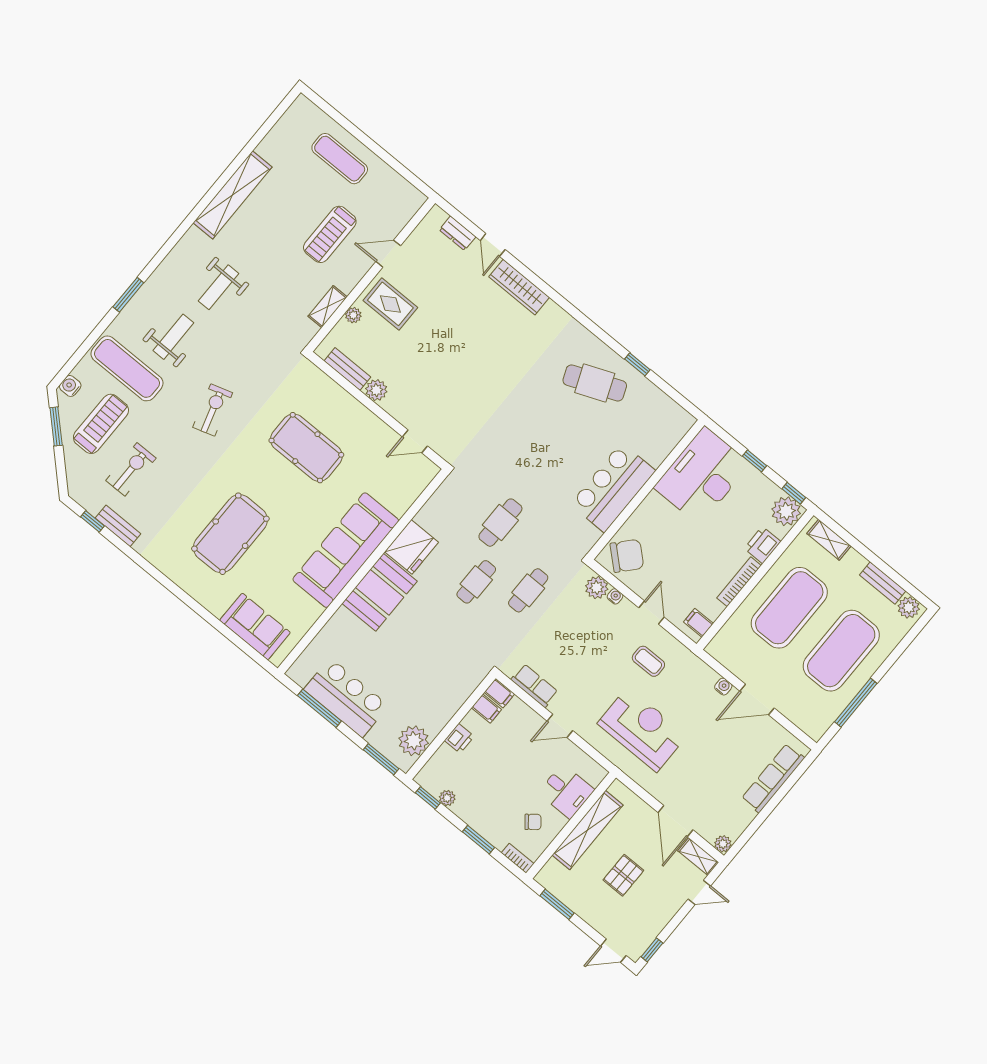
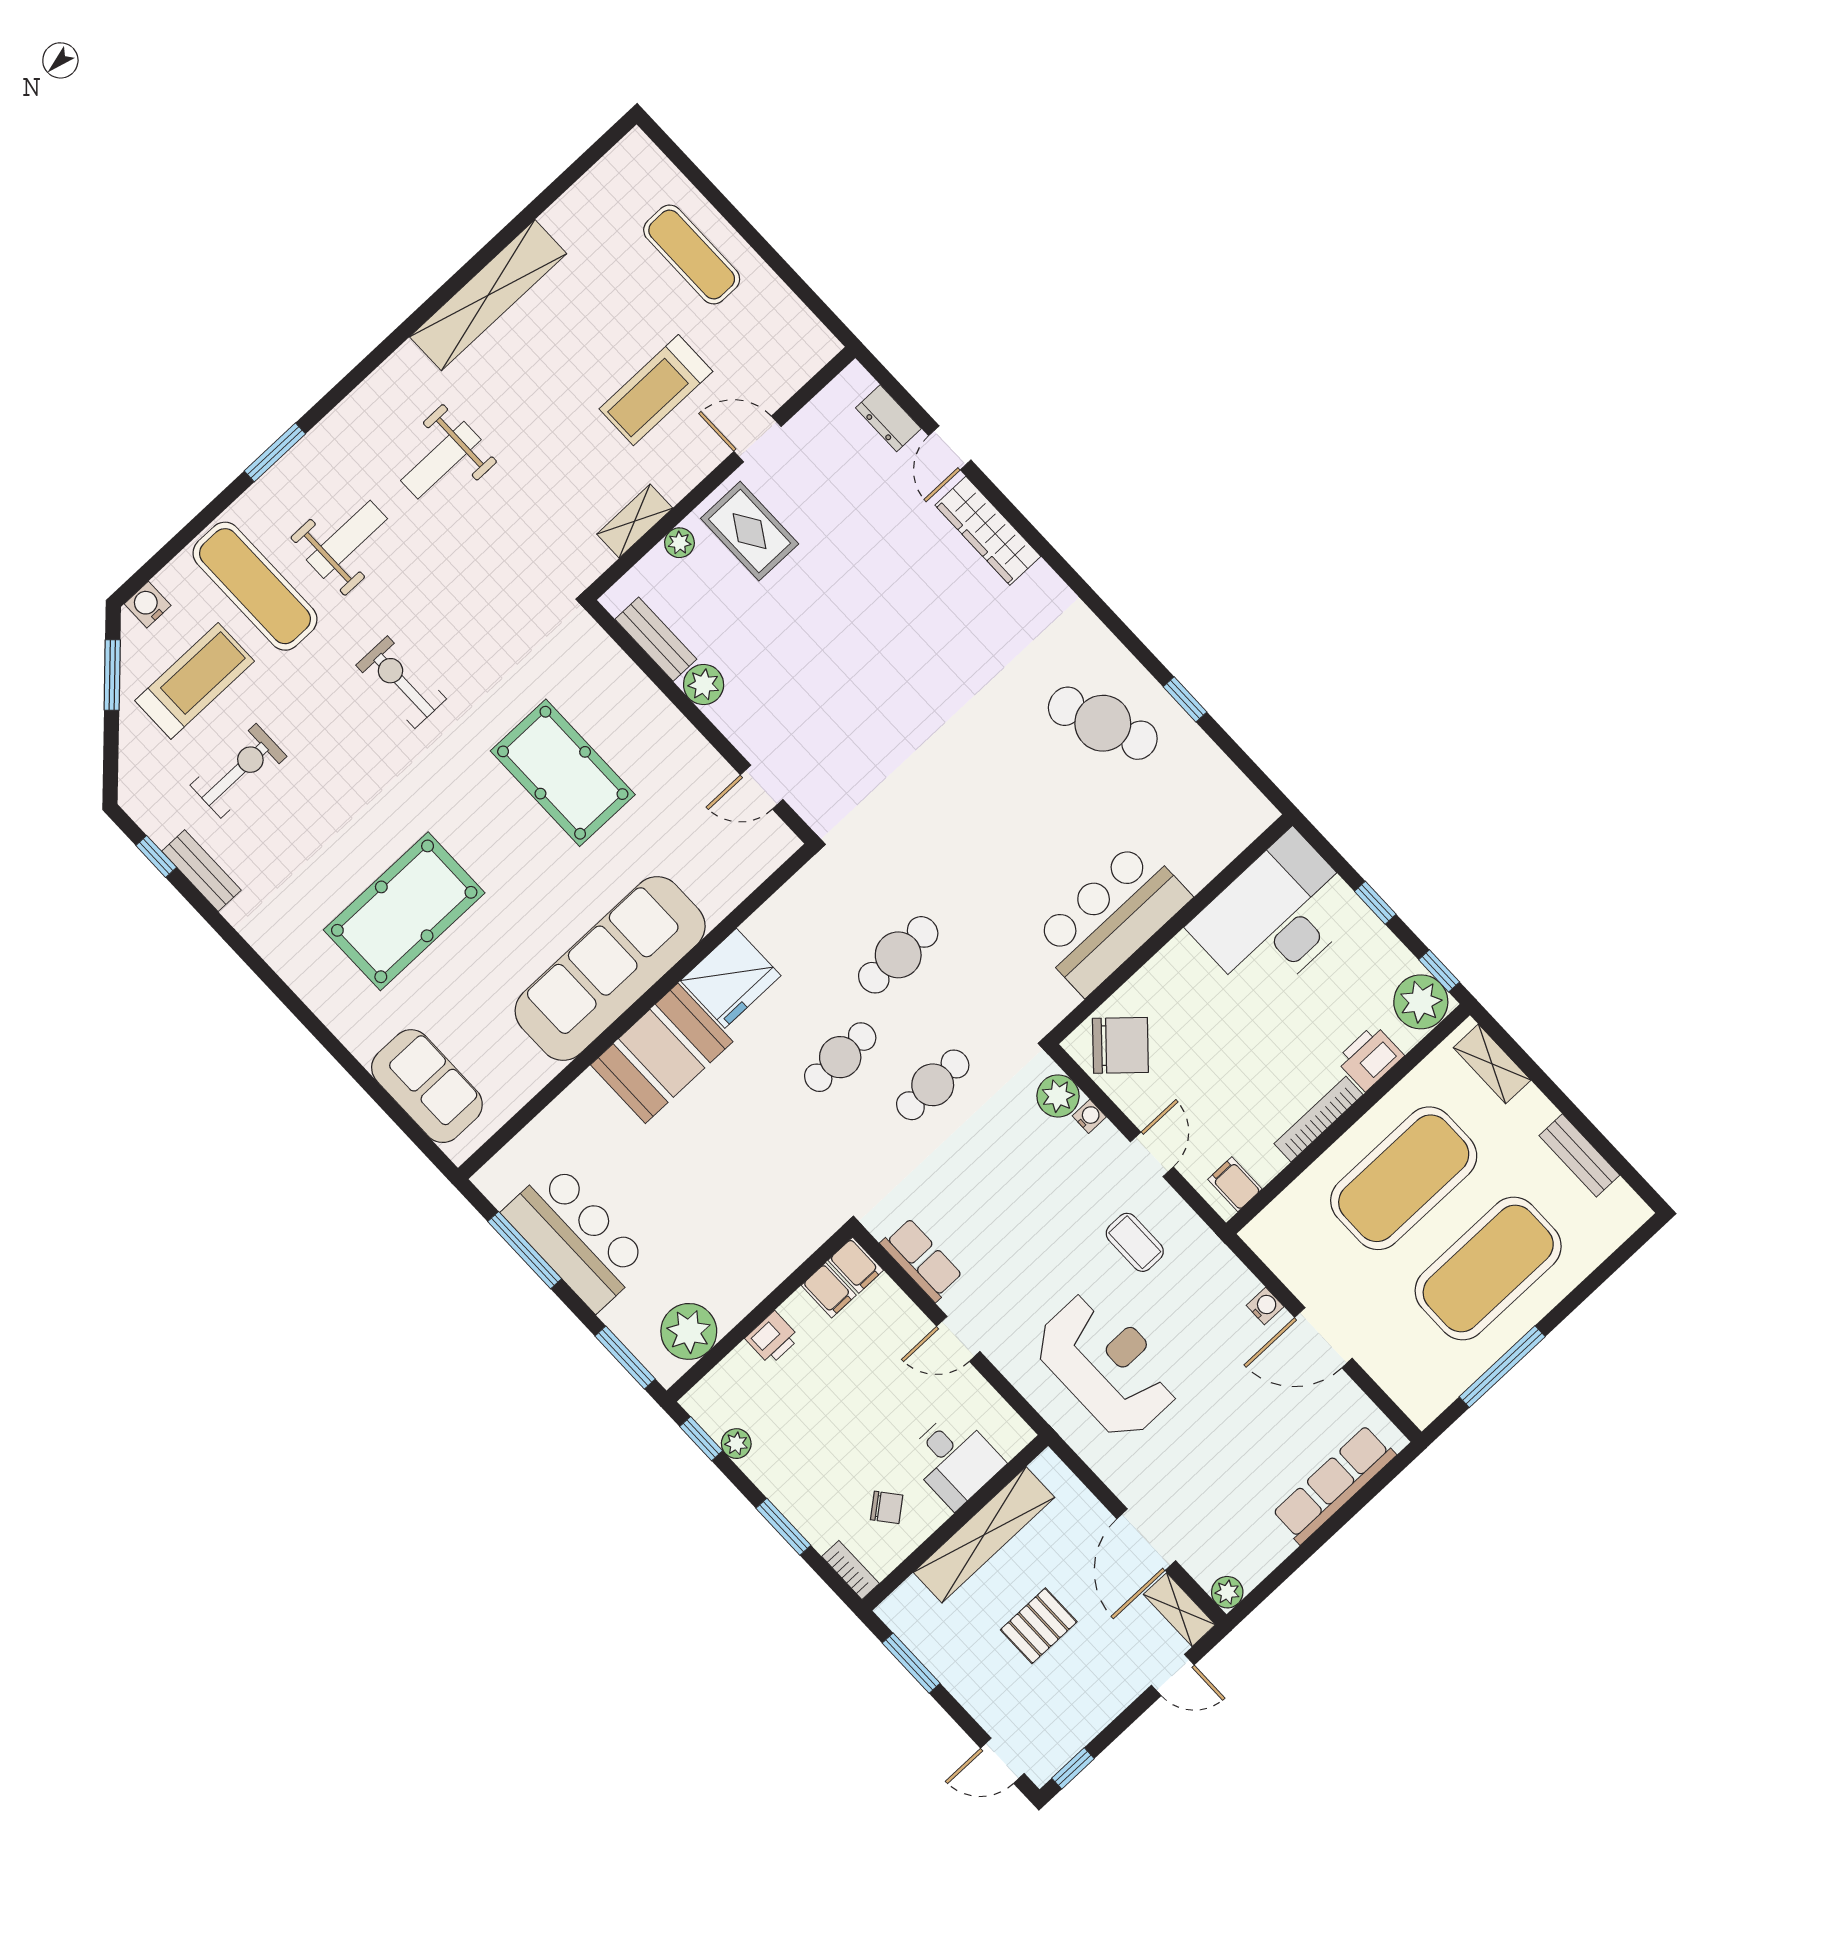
exercise bike: (213, 410) -> (401, 682), turned -73
plant: (909, 607) -> (1621, 1206), removed

